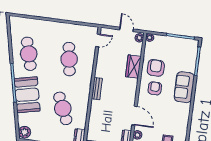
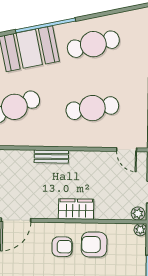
wardrobe: (133, 67) -> (76, 209), moved
armchair: (156, 68) -> (94, 244), turned 180

